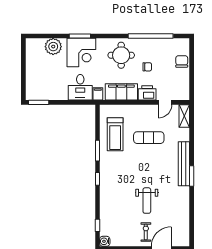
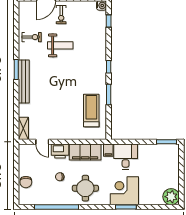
plant: (53, 47) -> (171, 197), moved
door: (165, 102) -> (42, 142), swing flipped
exercise mat: (149, 138) -> (58, 107), removed
weight bench: (147, 201) -> (60, 45), turned 90
exercise bike: (176, 209) -> (32, 37), added

